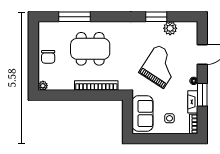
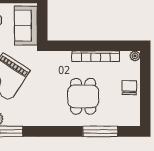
dining table: (90, 49) -> (83, 96), width x0.73
bookcase: (96, 85) -> (96, 56), moved

